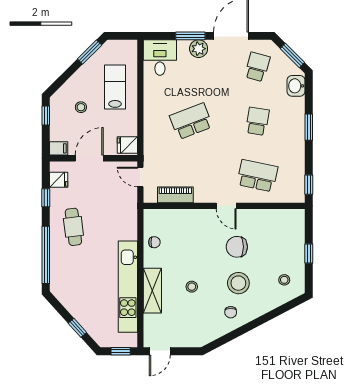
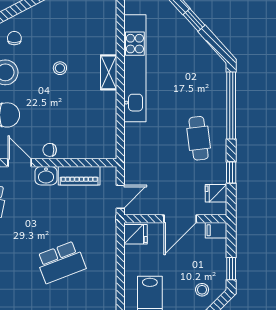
stool: (81, 107) -> (202, 290), moved
door: (140, 177) -> (120, 197), hinge flipped
washbasin: (204, 195) -> (46, 176), added
chair: (154, 242) -> (50, 150), moved
shelving: (152, 291) -> (109, 72), width x0.67, depth x0.75

